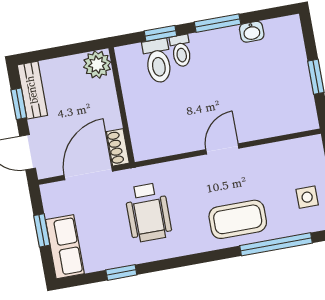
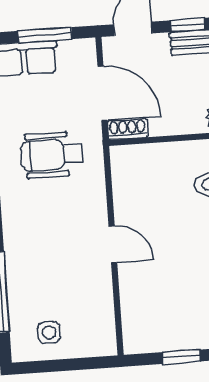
coffee table: (238, 219) -> (33, 253), removed
window: (42, 230) -> (45, 35), width x1.50

